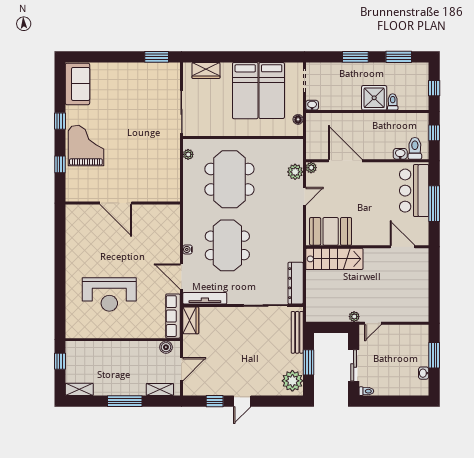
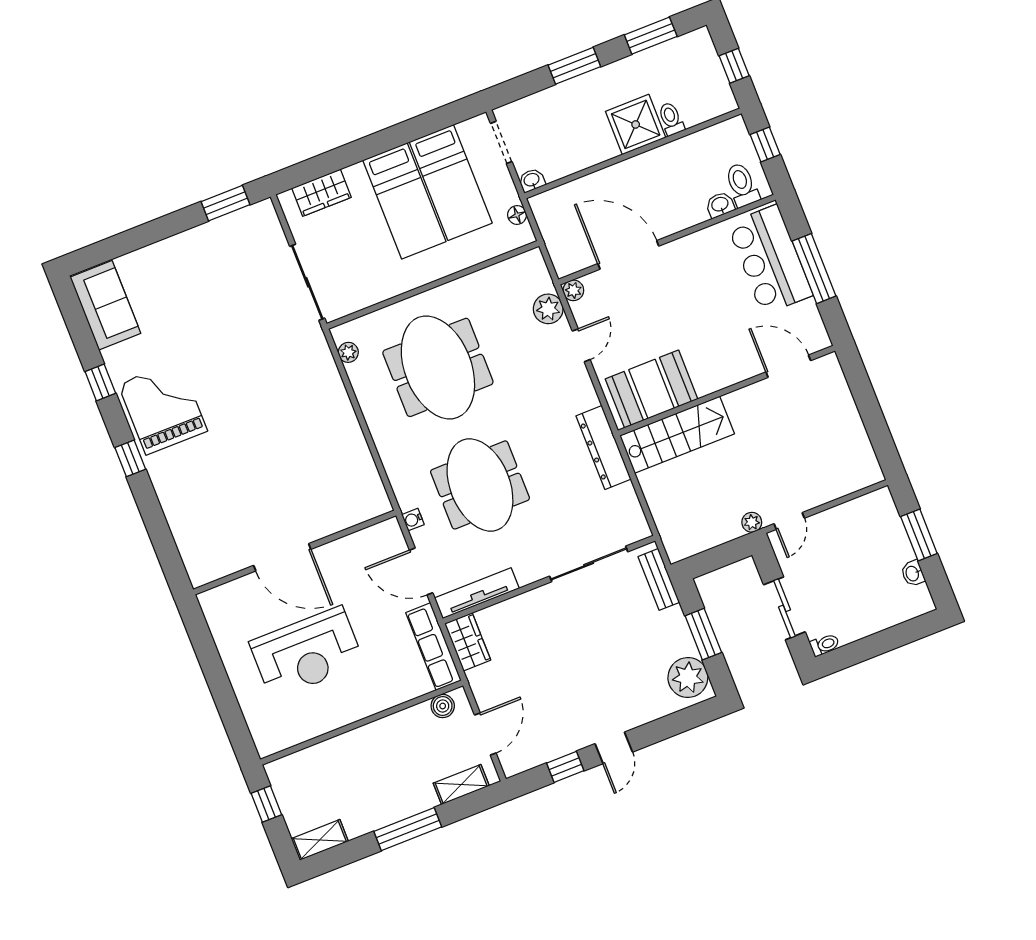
door: (116, 203) -> (282, 557), moved
wall: (123, 203) -> (295, 552), moved
dresser: (296, 283) -> (604, 447), moved
bench: (297, 332) -> (659, 579), width x0.73

